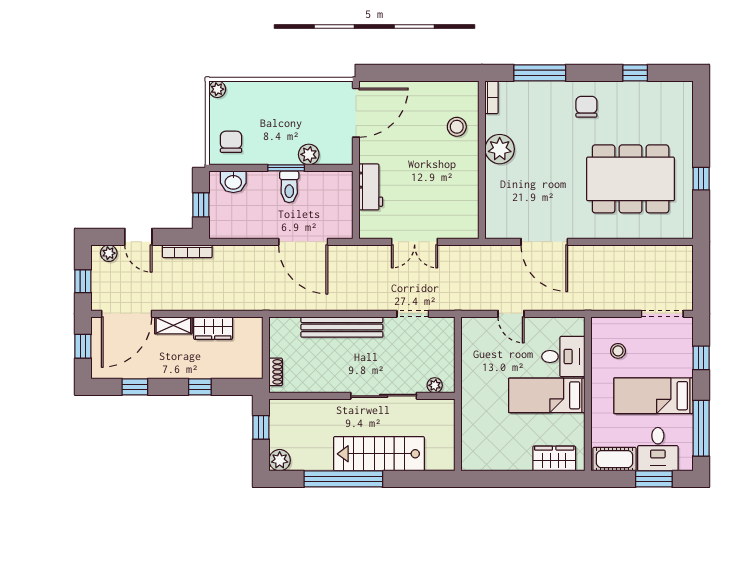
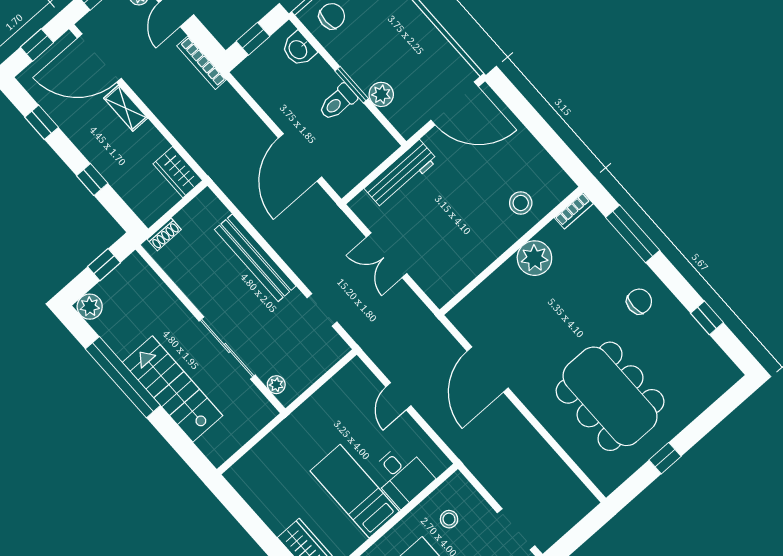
workbench: (371, 187) -> (401, 174), width x1.38
wardrobe: (213, 328) -> (178, 172), moved

